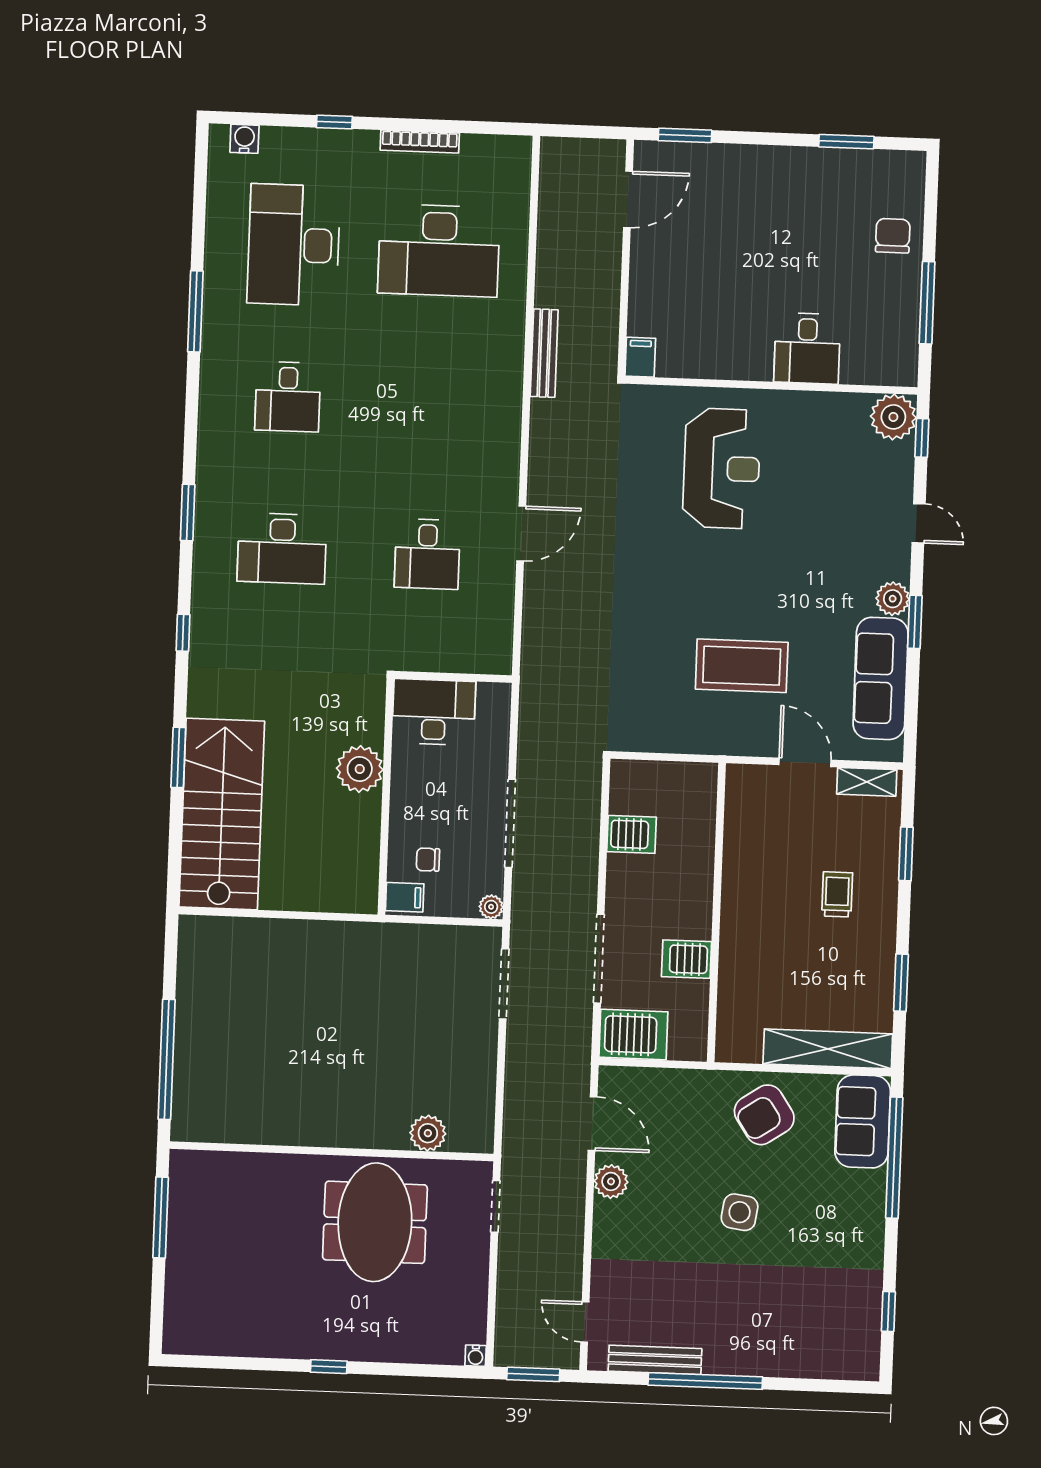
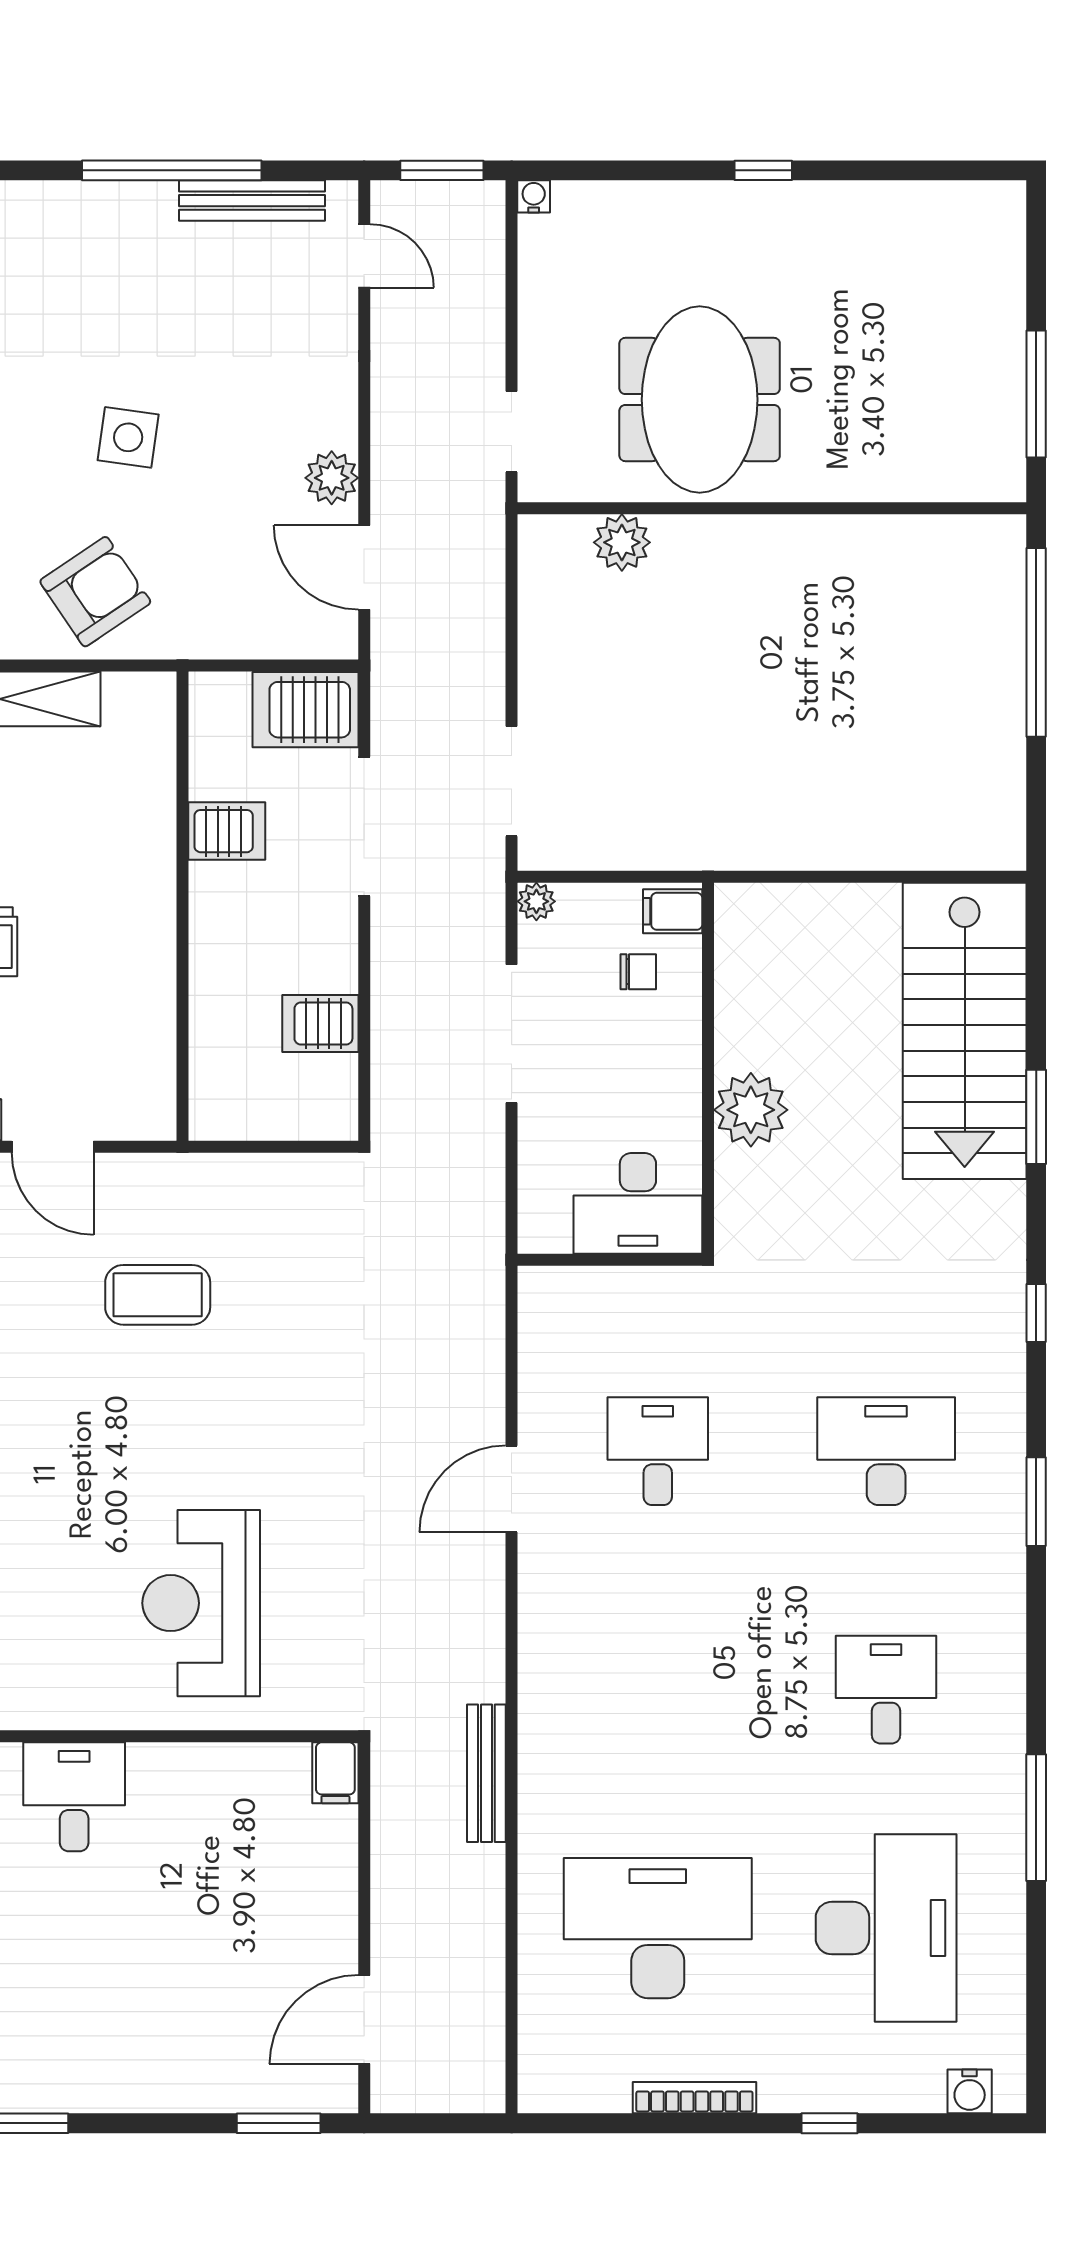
coffee table: (742, 666) -> (158, 1295), width x0.73, depth x0.76

